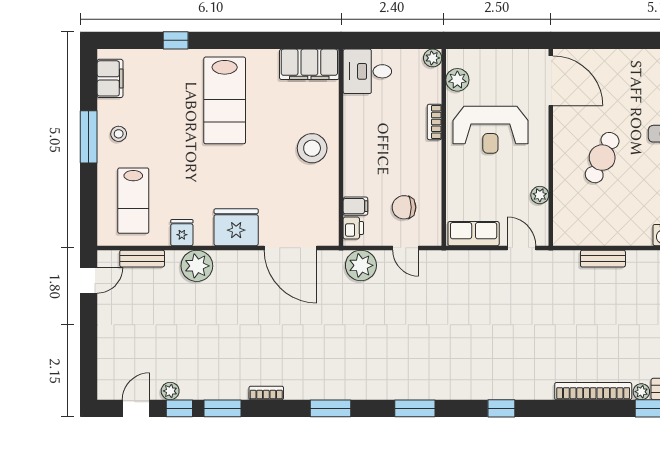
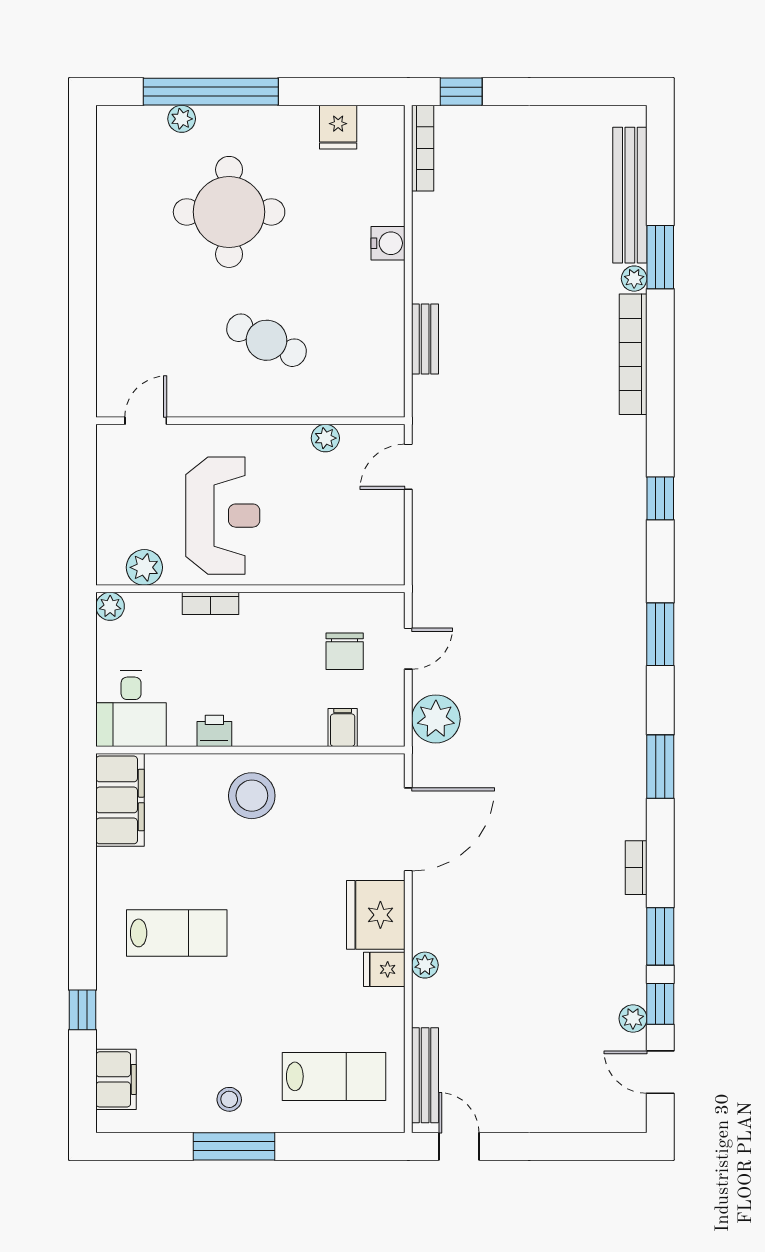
filing cabinet: (110, 78) -> (116, 1079), moved, turned 90
door: (551, 81) -> (146, 421), width x0.53
lab bench: (225, 100) -> (177, 933), width x0.73, depth x0.72
printer: (353, 228) -> (214, 731), moved
fridge: (182, 233) -> (384, 969), moved
row of seats: (474, 234) -> (386, 542), removed
bench: (142, 259) -> (425, 1075), width x1.36
plant: (197, 266) -> (425, 965), width x0.53, depth x0.53

